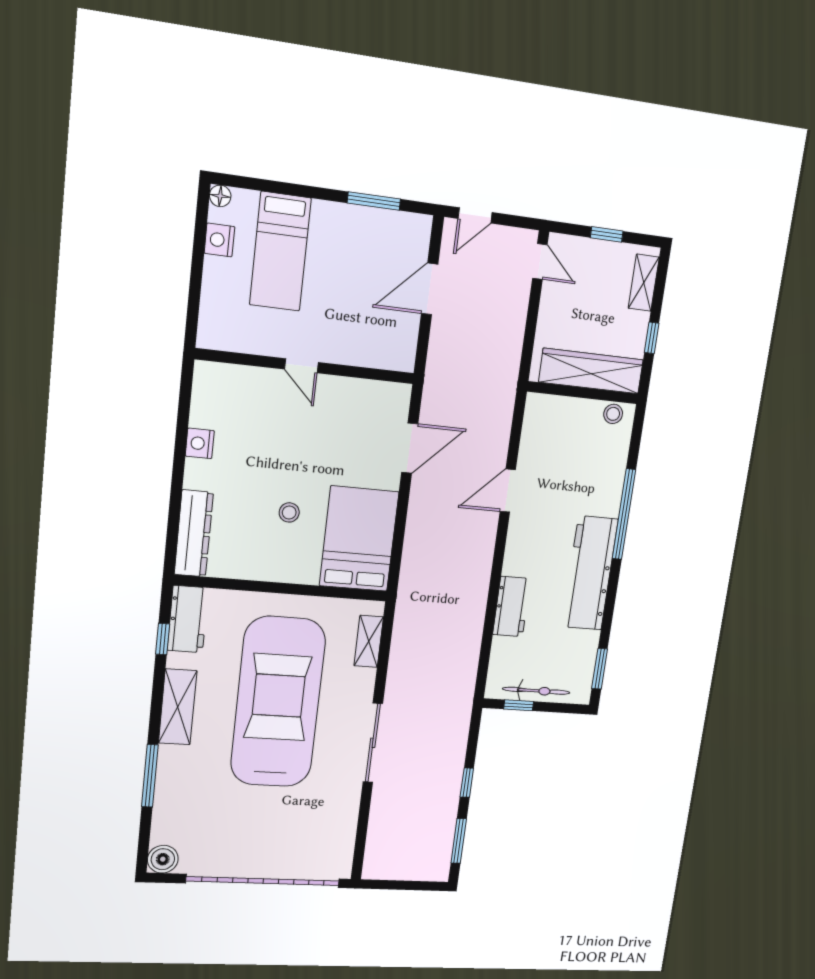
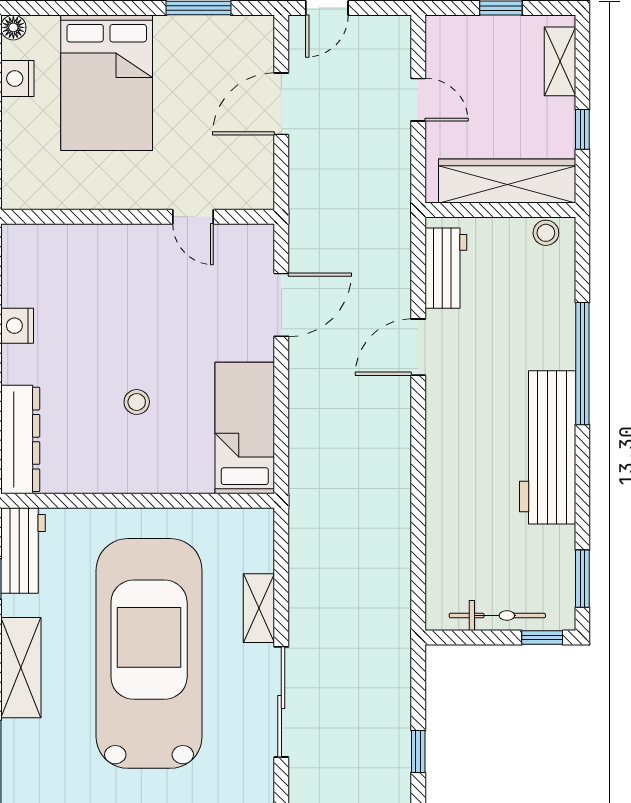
bed: (280, 252) -> (107, 83), width x1.50
door: (540, 262) -> (418, 100), moved
door: (301, 366) -> (193, 217), moved
bed: (359, 539) -> (245, 428), width x0.67
workbench: (512, 607) -> (446, 268), moved
shelving: (369, 641) -> (259, 608), moved
window: (519, 705) -> (542, 638), moved

